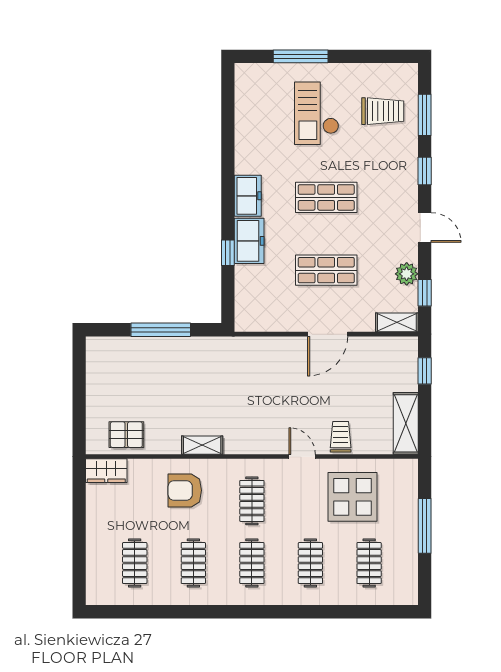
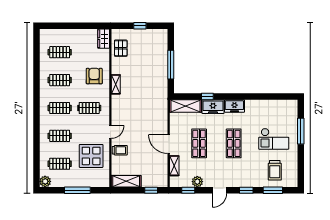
checkout: (317, 113) -> (274, 139), turned 180
shelving: (248, 299) -> (186, 106), added
shelving: (397, 322) -> (174, 166), moved
window: (79, 395) -> (140, 26), added
plant: (406, 593) -> (45, 181), added

